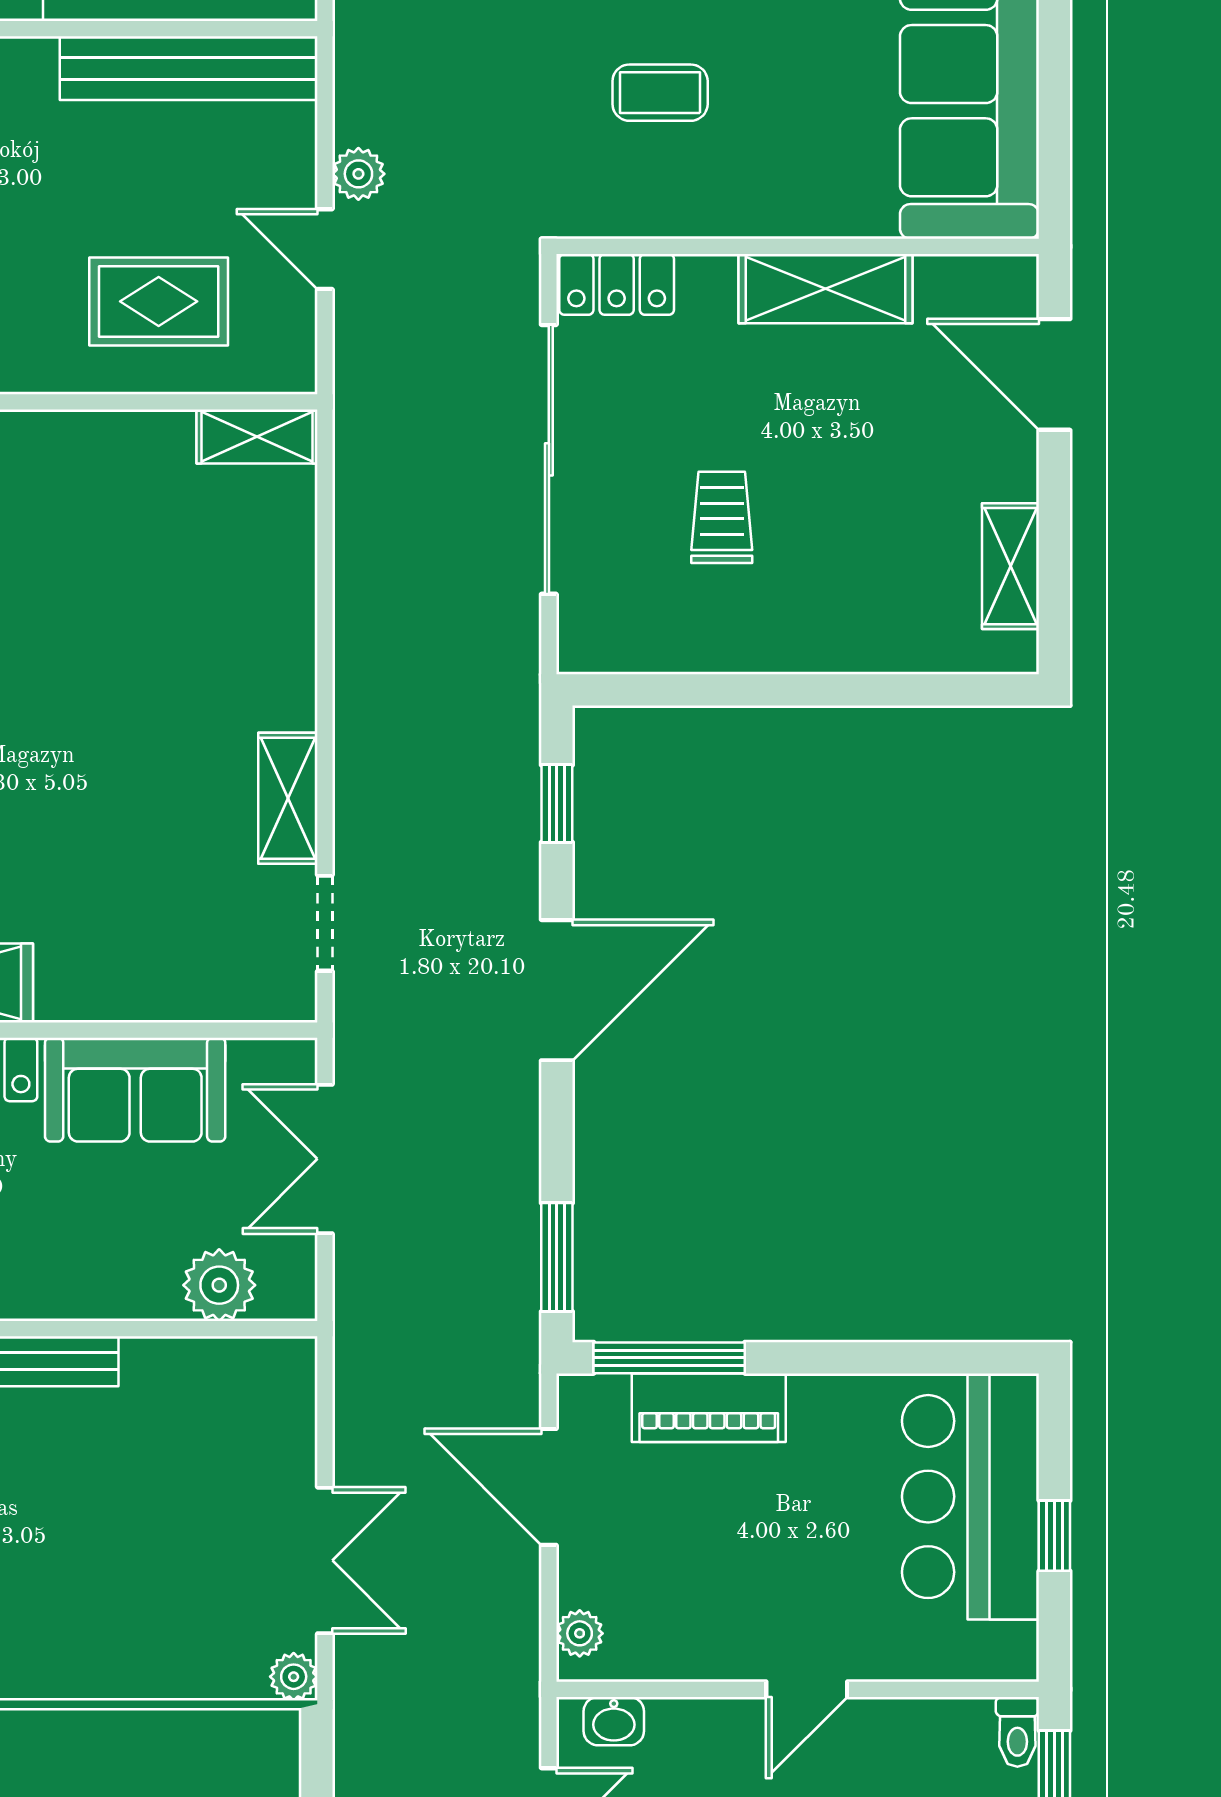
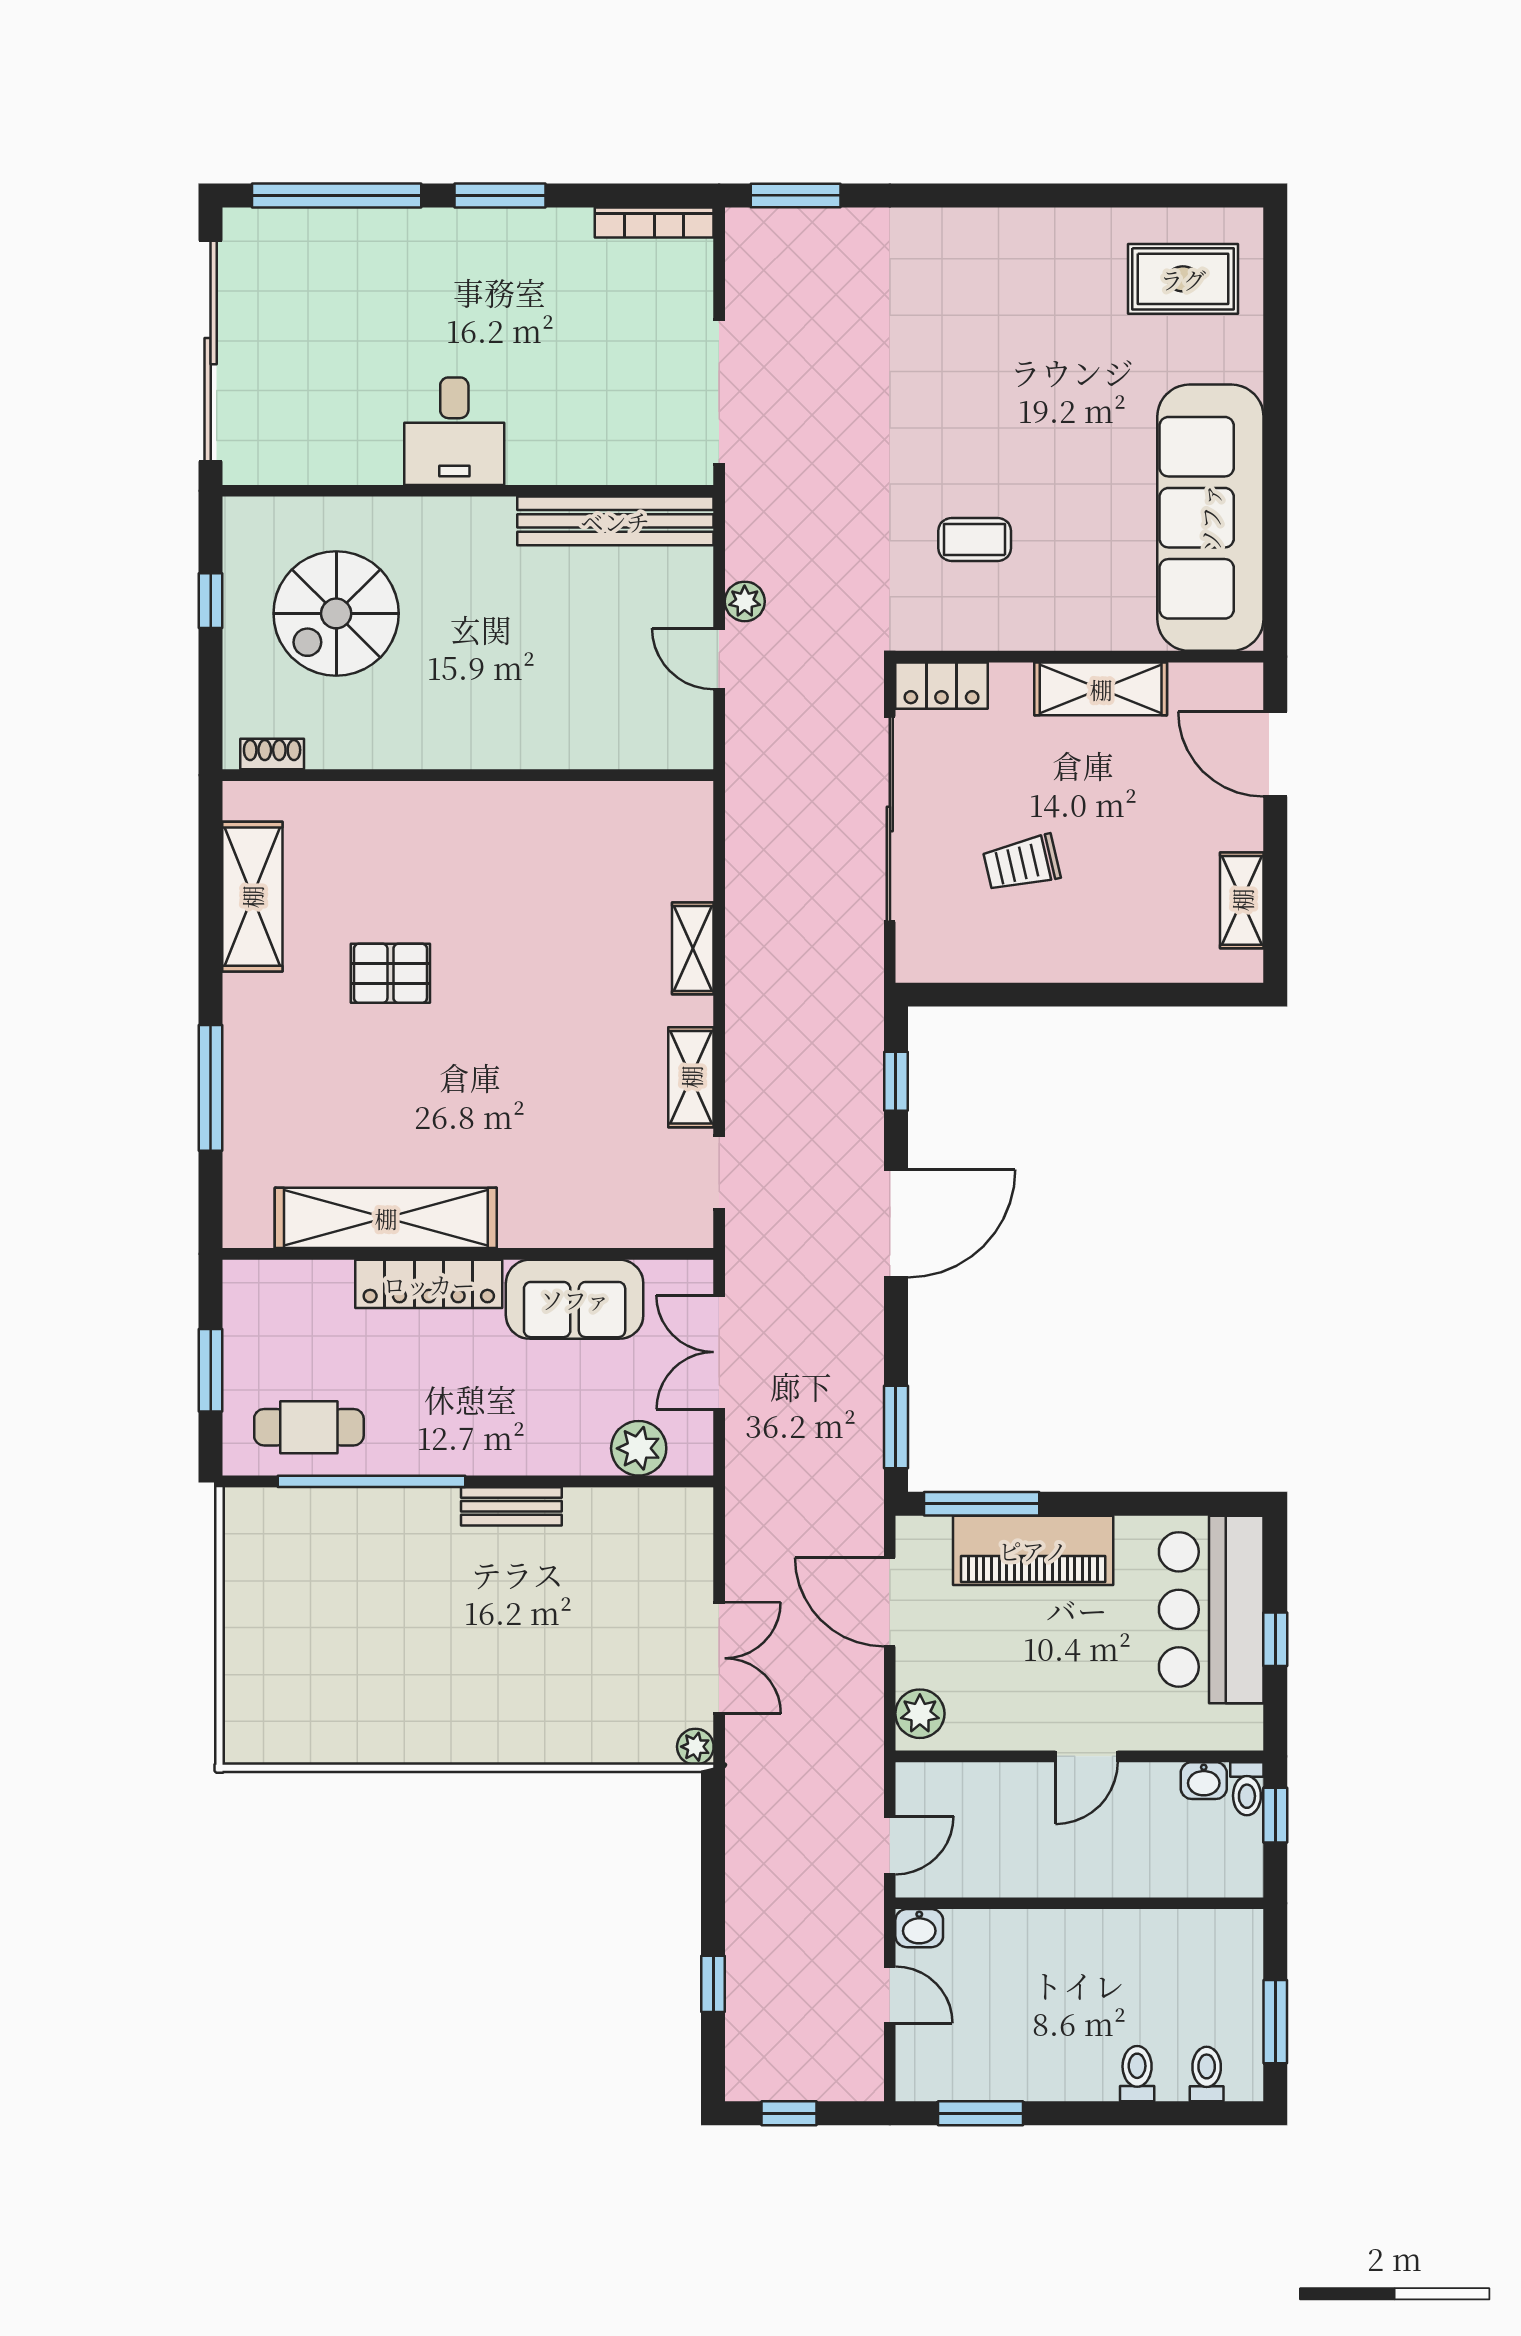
rug: (159, 301) -> (592, 699), removed
shelving: (257, 437) -> (693, 948), moved, turned 90
trolley: (722, 517) -> (1022, 863), turned -103
piano: (709, 1408) -> (1033, 1550), width x1.37, depth x1.33
plant: (580, 1633) -> (920, 1714), width x1.38, depth x1.38
washbasin: (614, 1721) -> (1204, 1781), moved

